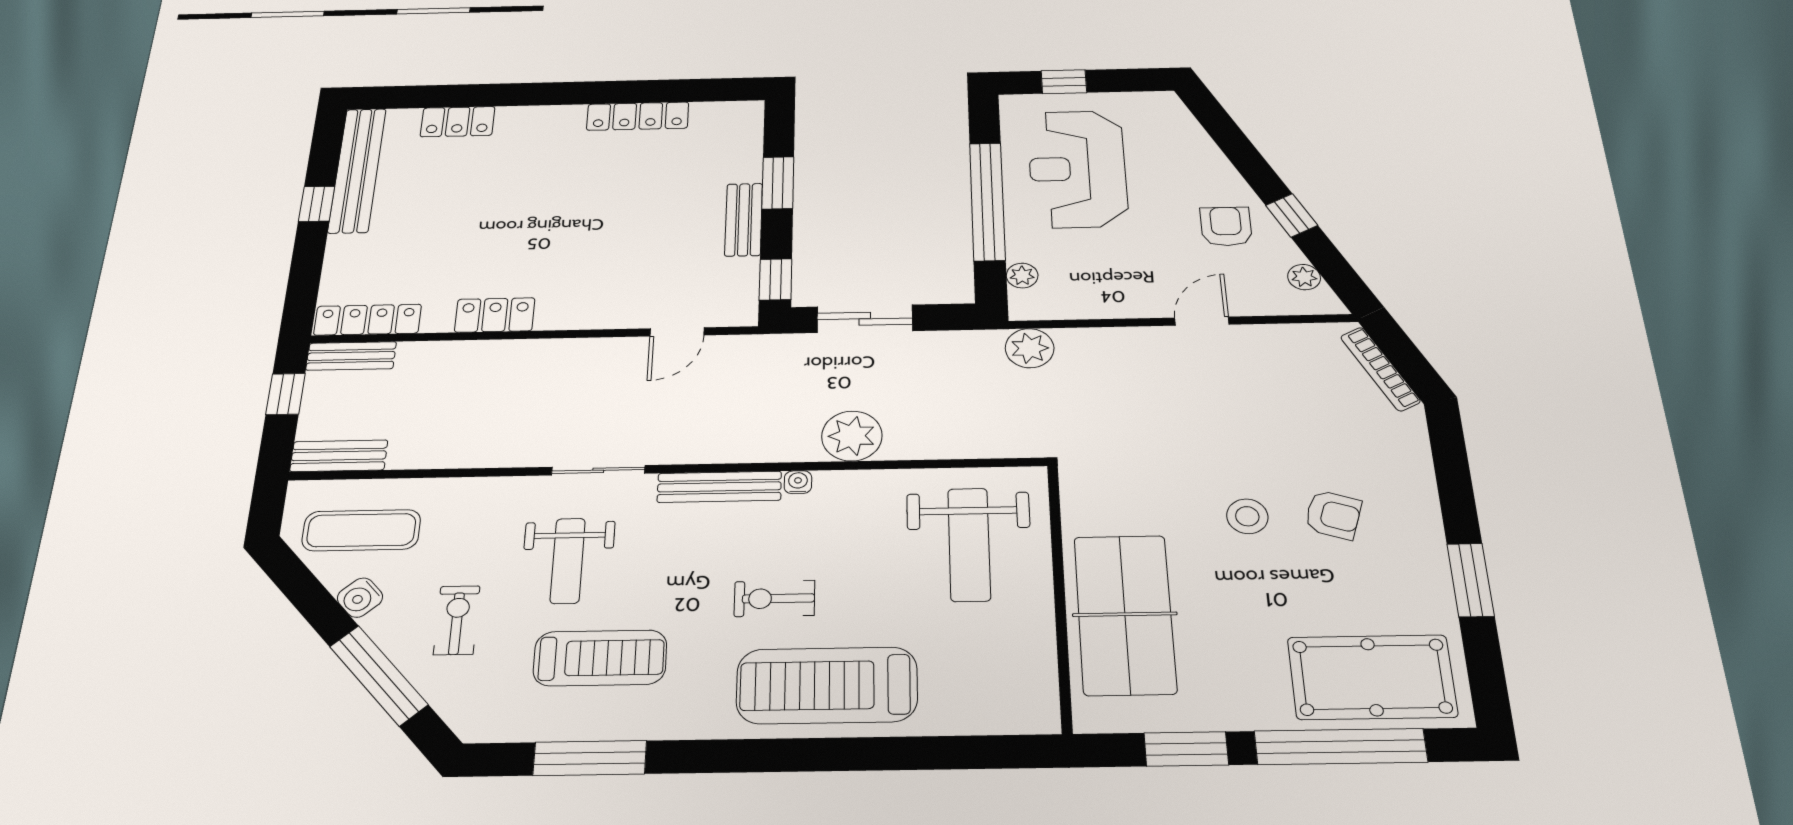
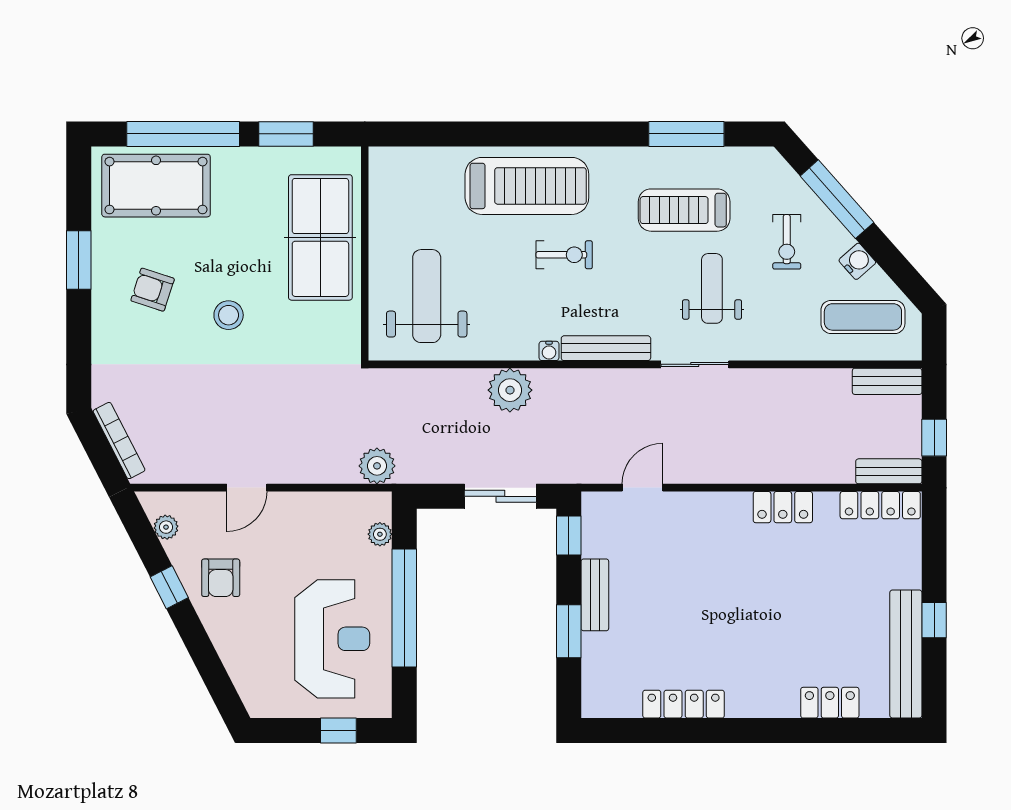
armchair: (1333, 515) -> (153, 290), moved

